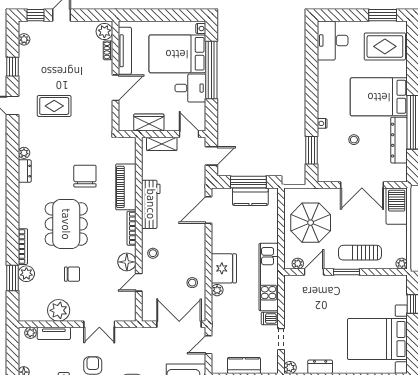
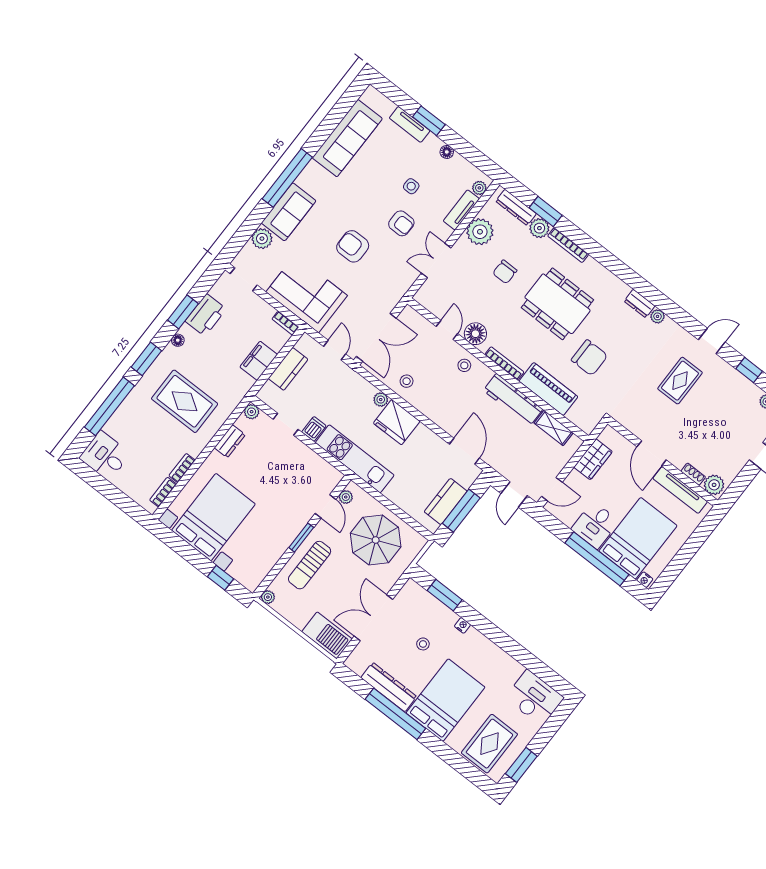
shelving: (162, 144) -> (554, 428), moved, turned 90
sun lounger: (360, 253) -> (310, 565), turned 180
dresser: (25, 299) -> (516, 207), added

